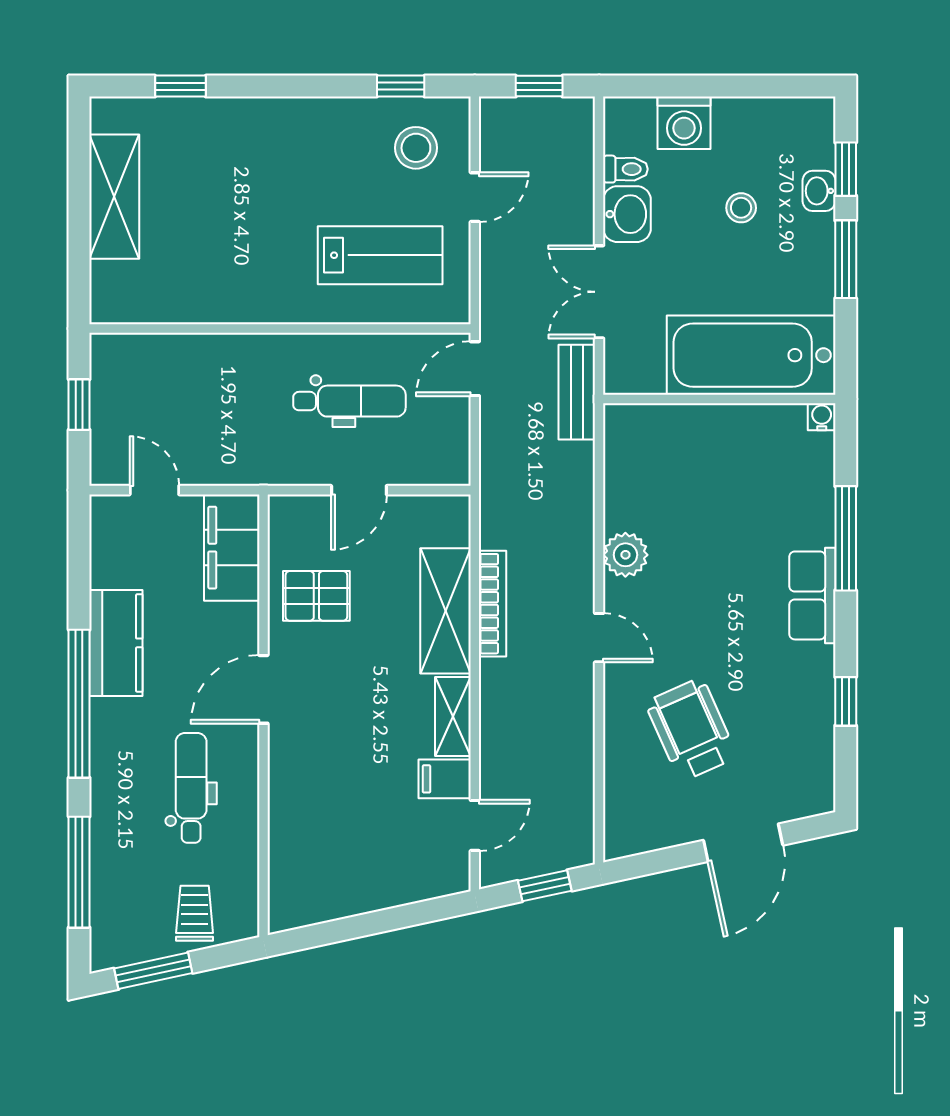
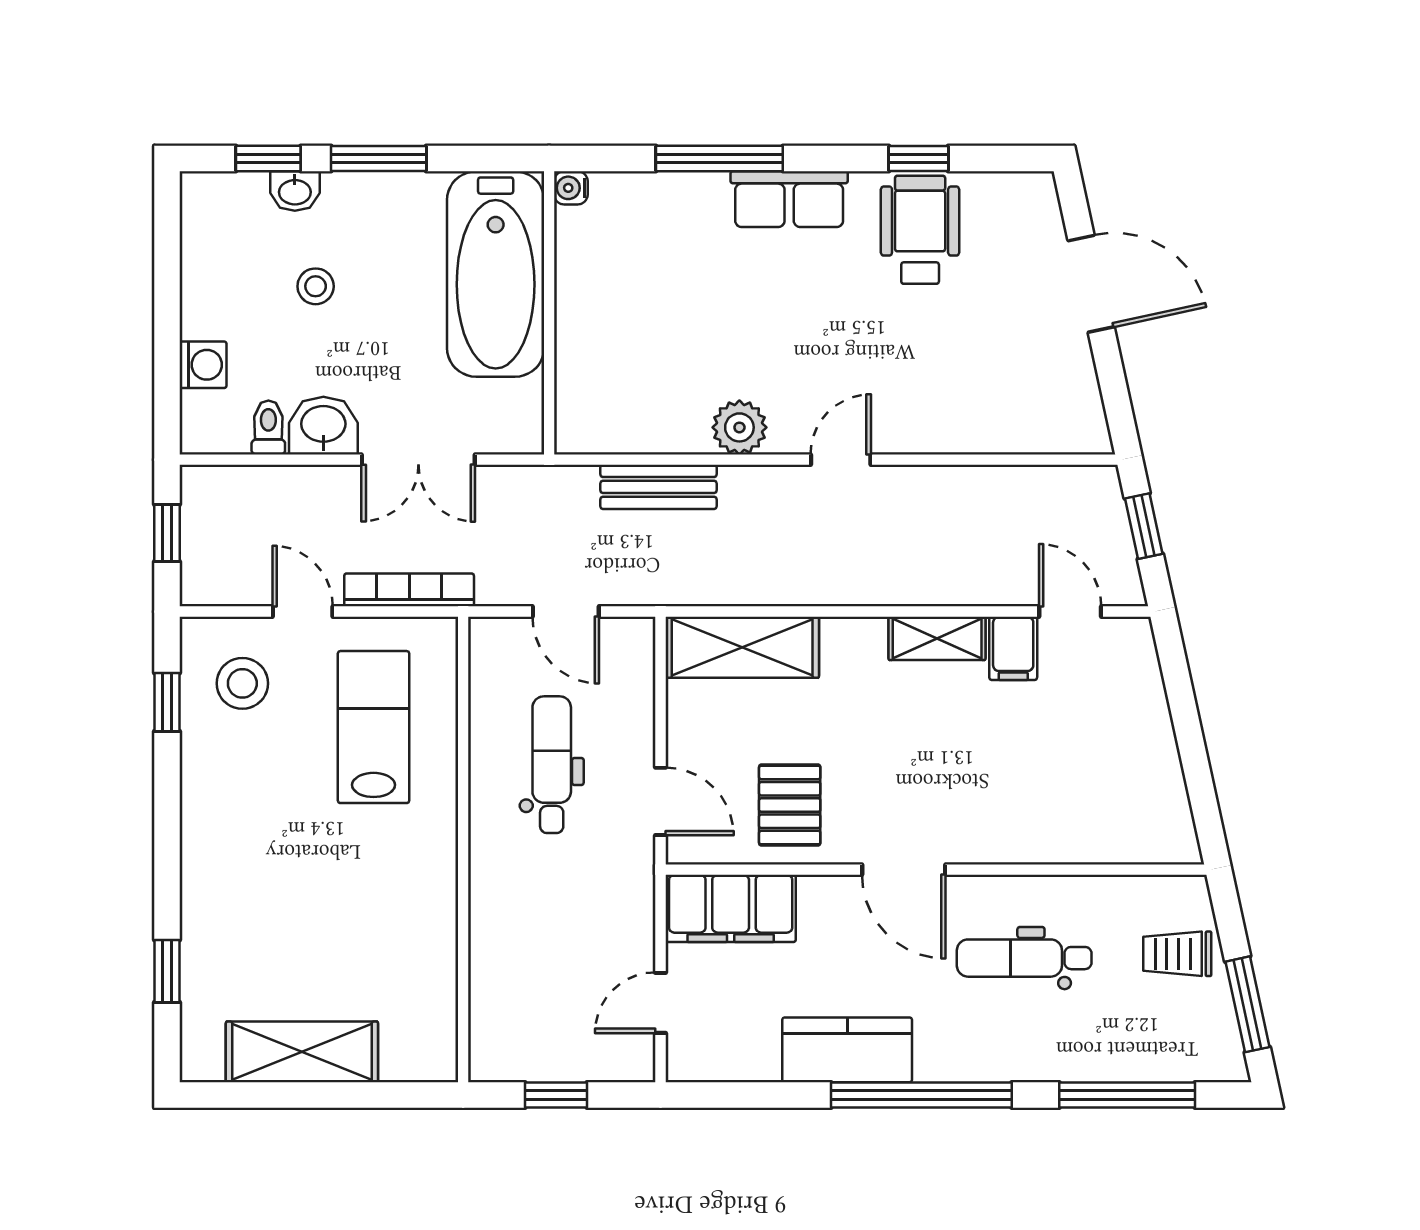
washing machine: (684, 123) -> (203, 365), width x0.73, depth x0.73
door: (475, 369) -> (566, 612), moved
bench: (577, 392) -> (658, 487), moved
door: (359, 490) -> (661, 801), moved
bookcase: (493, 604) -> (409, 590), moved
shelving: (446, 611) -> (742, 647), moved
wheelchair: (691, 730) -> (920, 230), moved, turned 114

